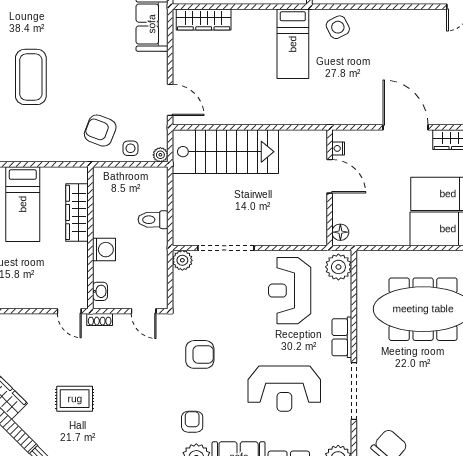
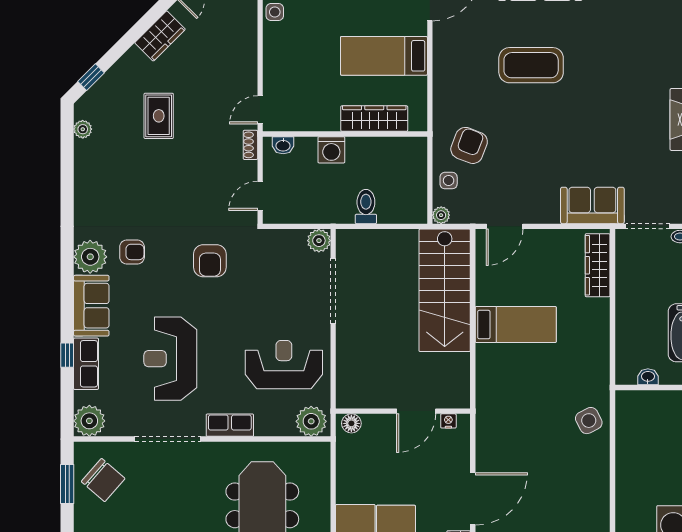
bed: (293, 44) -> (516, 325), moved, turned 180

